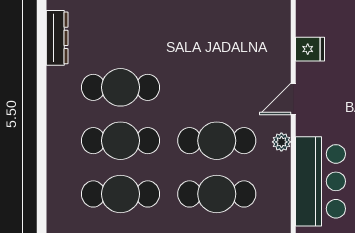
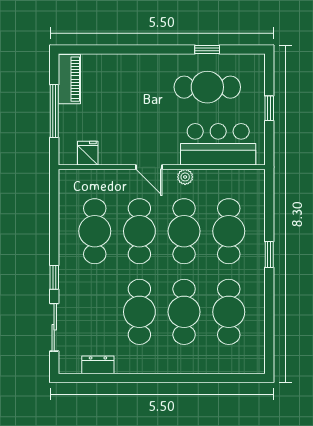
cafe table: (217, 34) -> (95, 231), added
dresser: (57, 38) -> (98, 365), width x0.70
fridge: (310, 49) -> (88, 153), moved
cafe table: (217, 87) -> (139, 231), added

